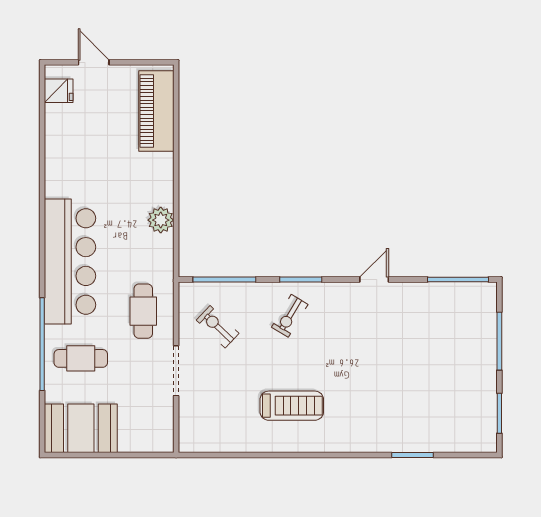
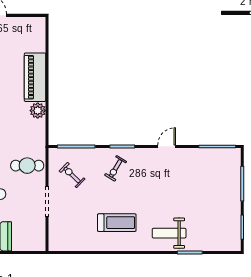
piano: (156, 111) -> (35, 77), moved
cafe table: (143, 311) -> (27, 166), turned 90
weight bench: (378, 423) -> (169, 233), added

